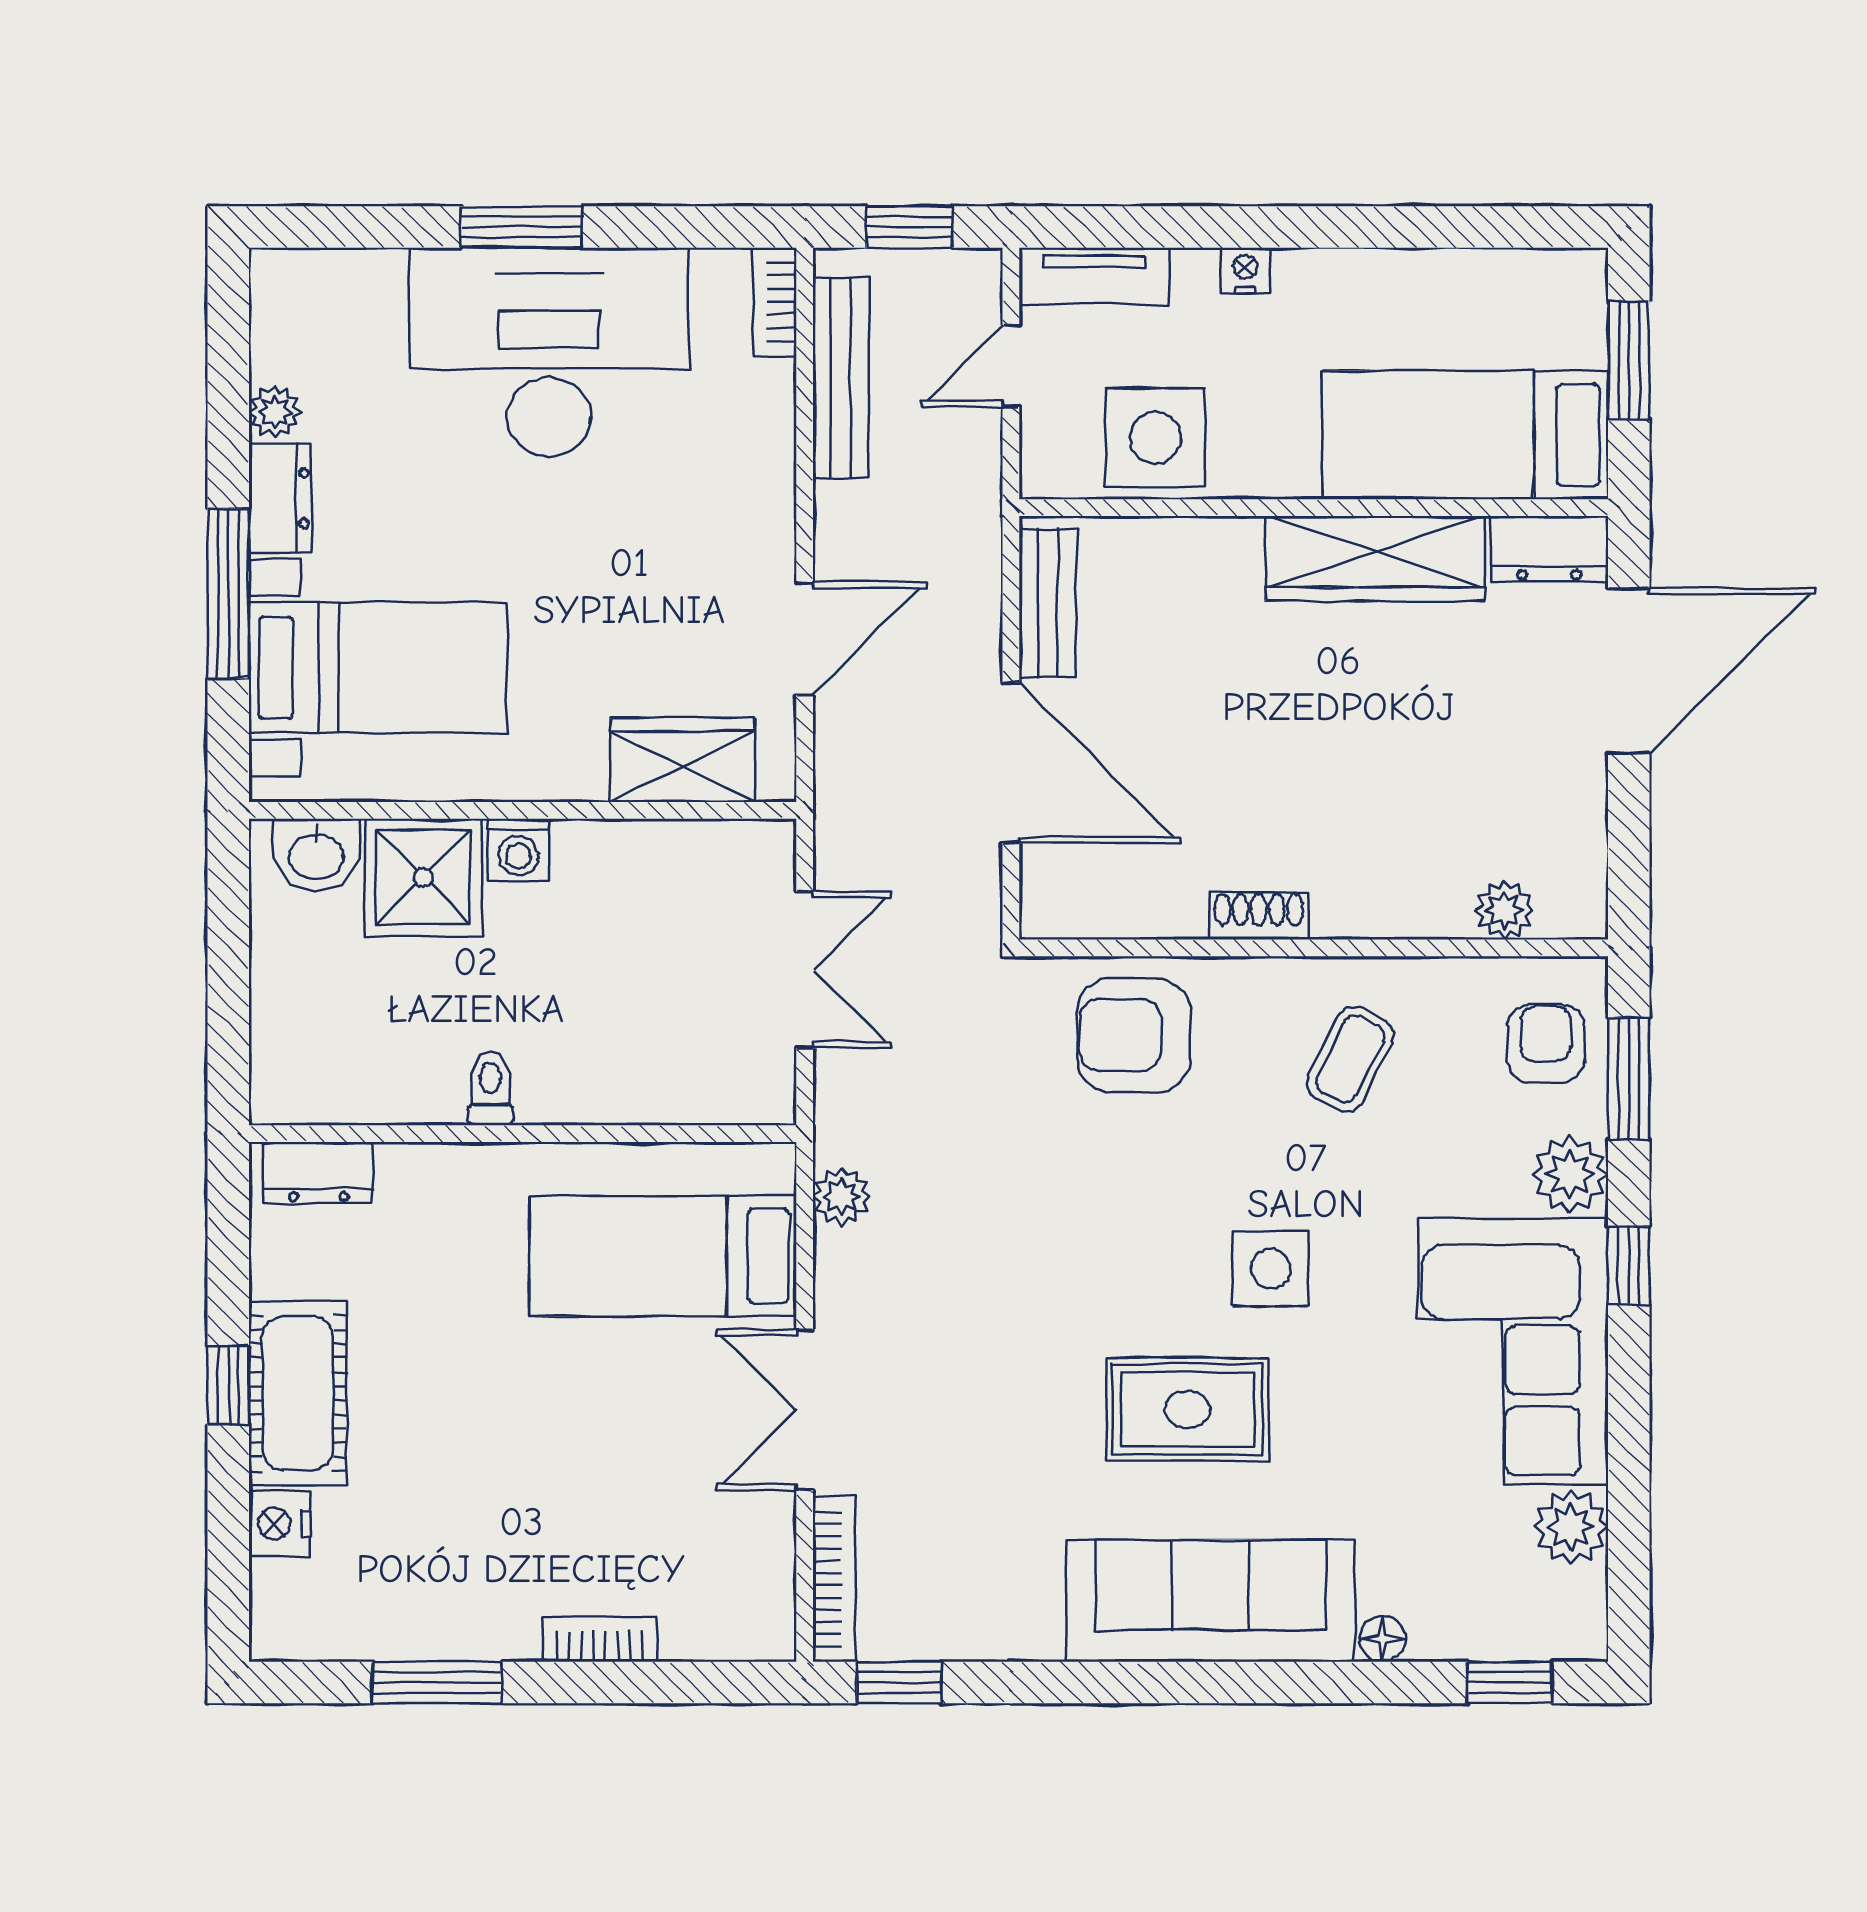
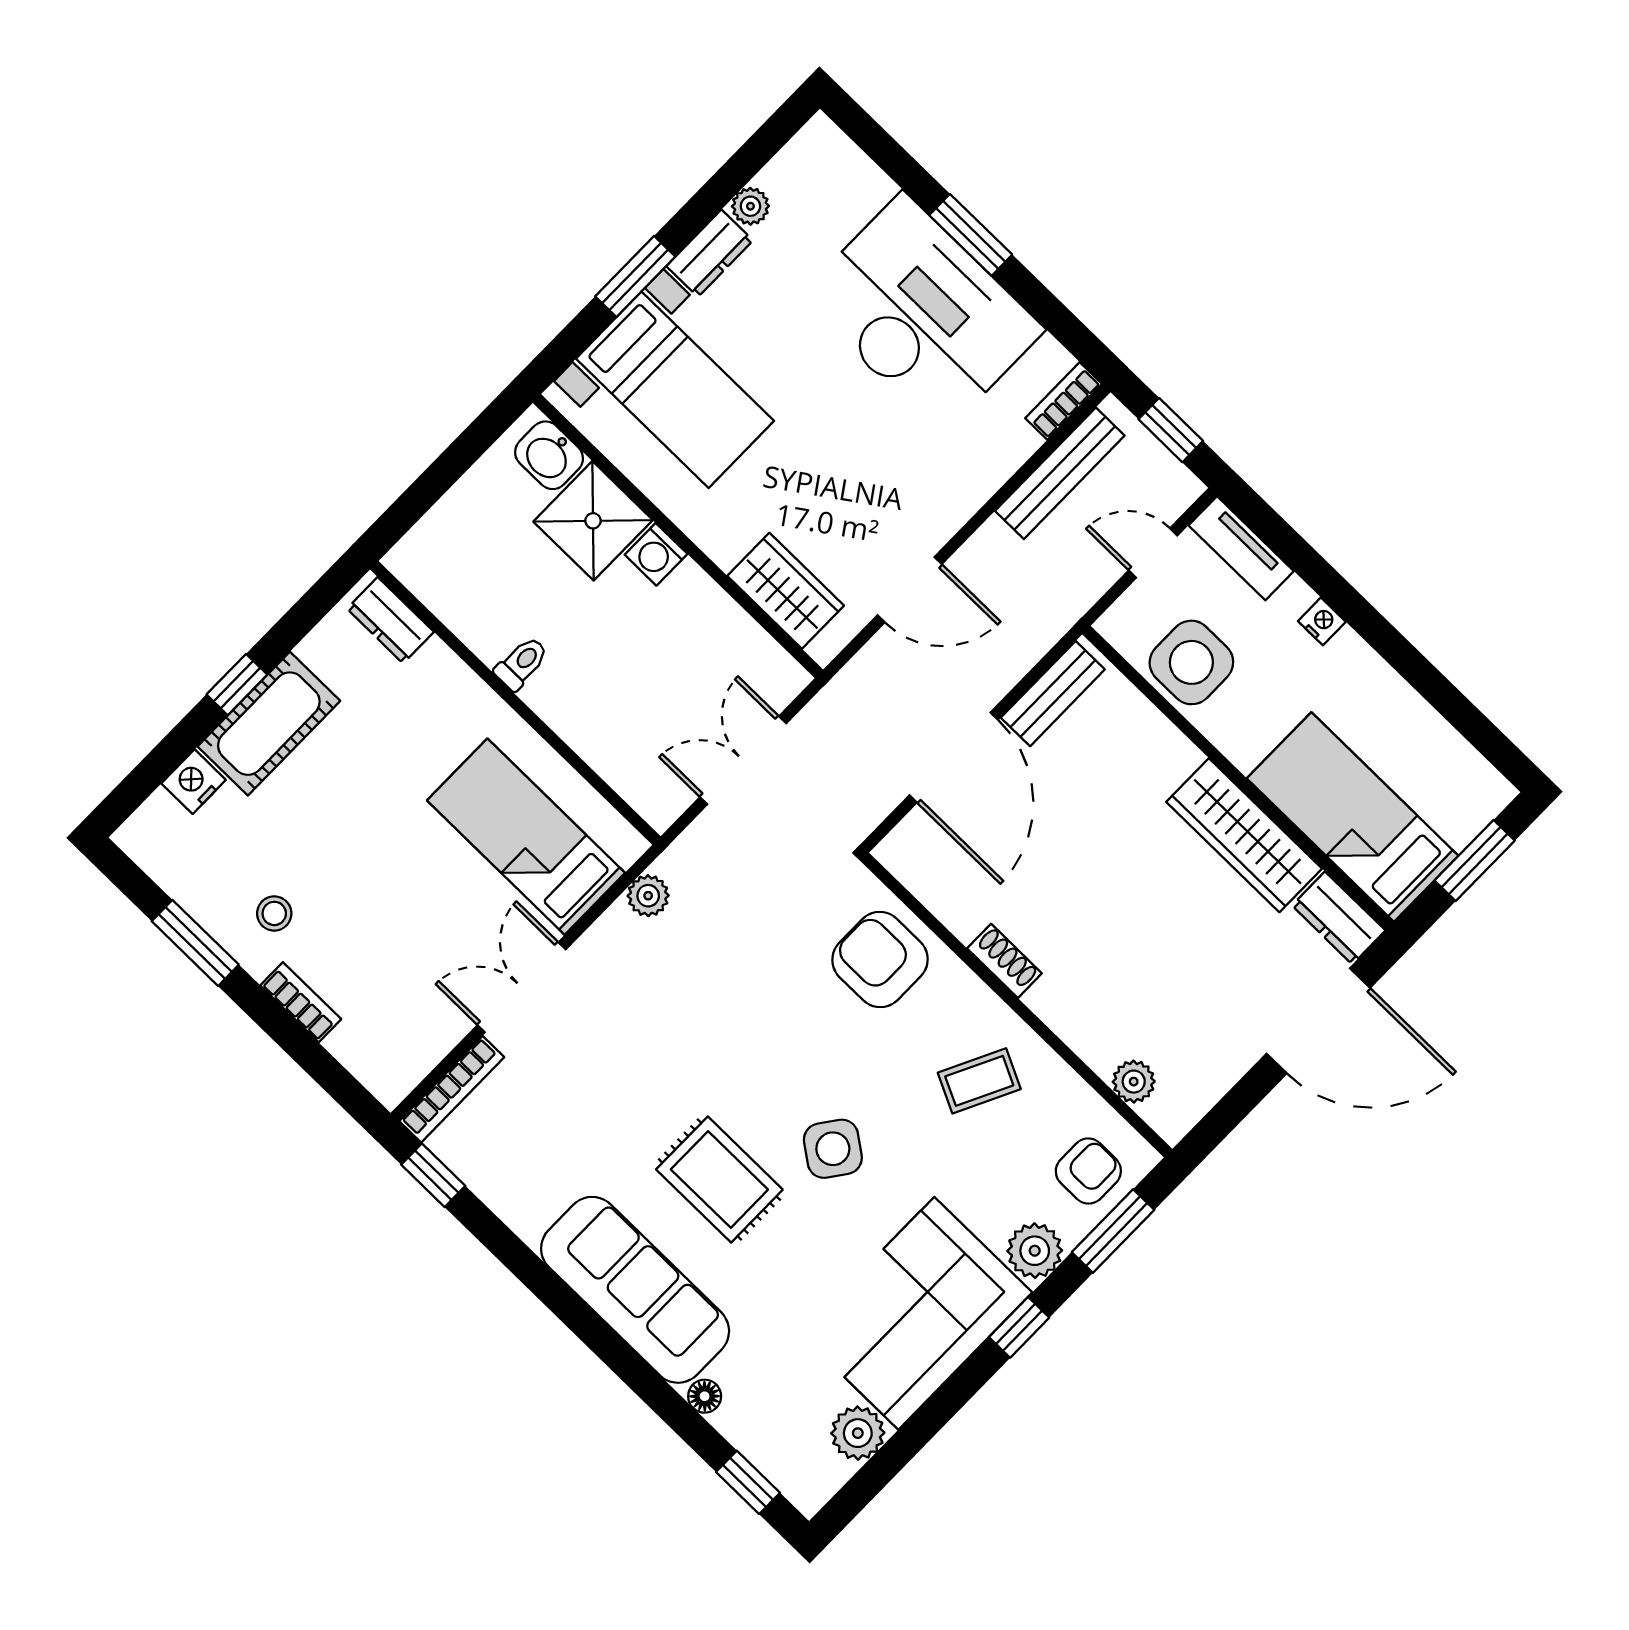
window: (228, 594) -> (635, 276), width x0.69
double door: (805, 970) -> (743, 760), swing flipped
side table: (1270, 1269) -> (833, 1149), turned 36
stool: (487, 1577) -> (274, 913), added

